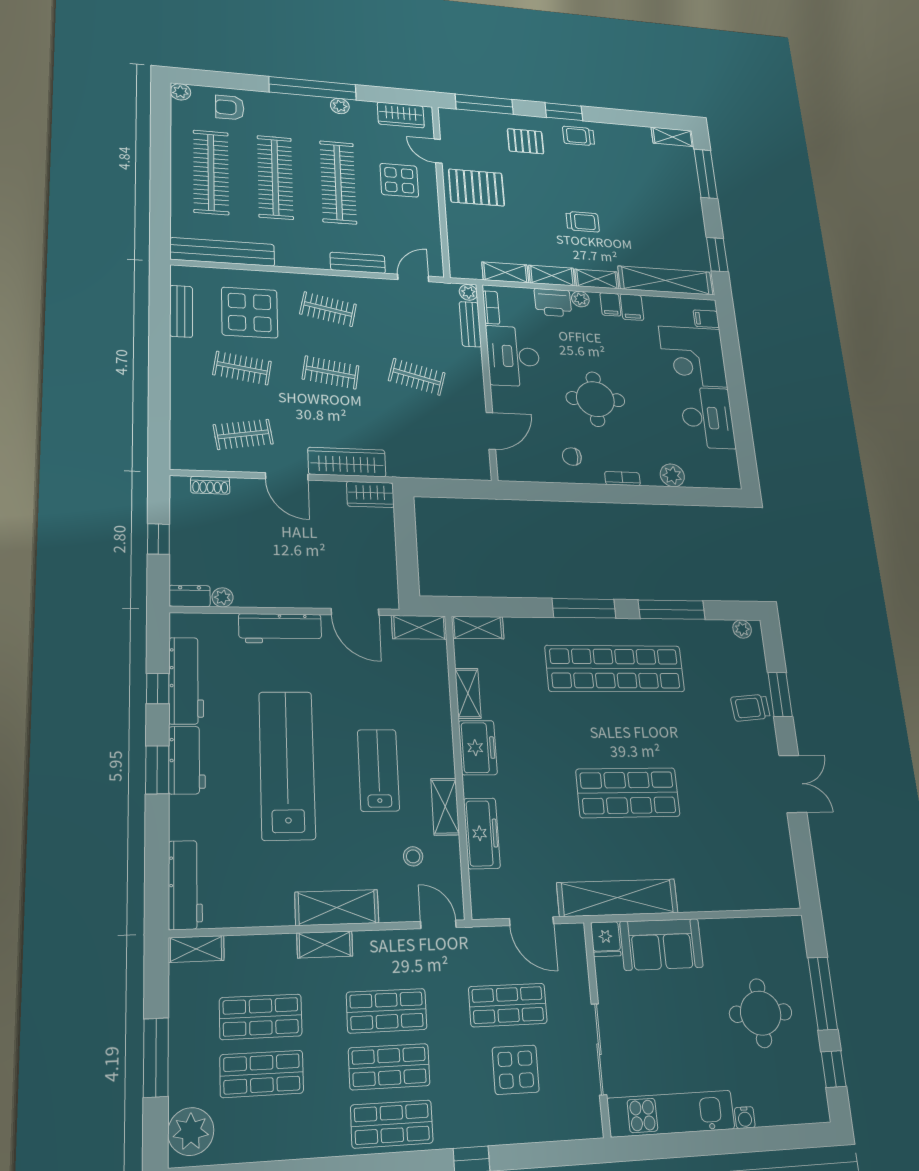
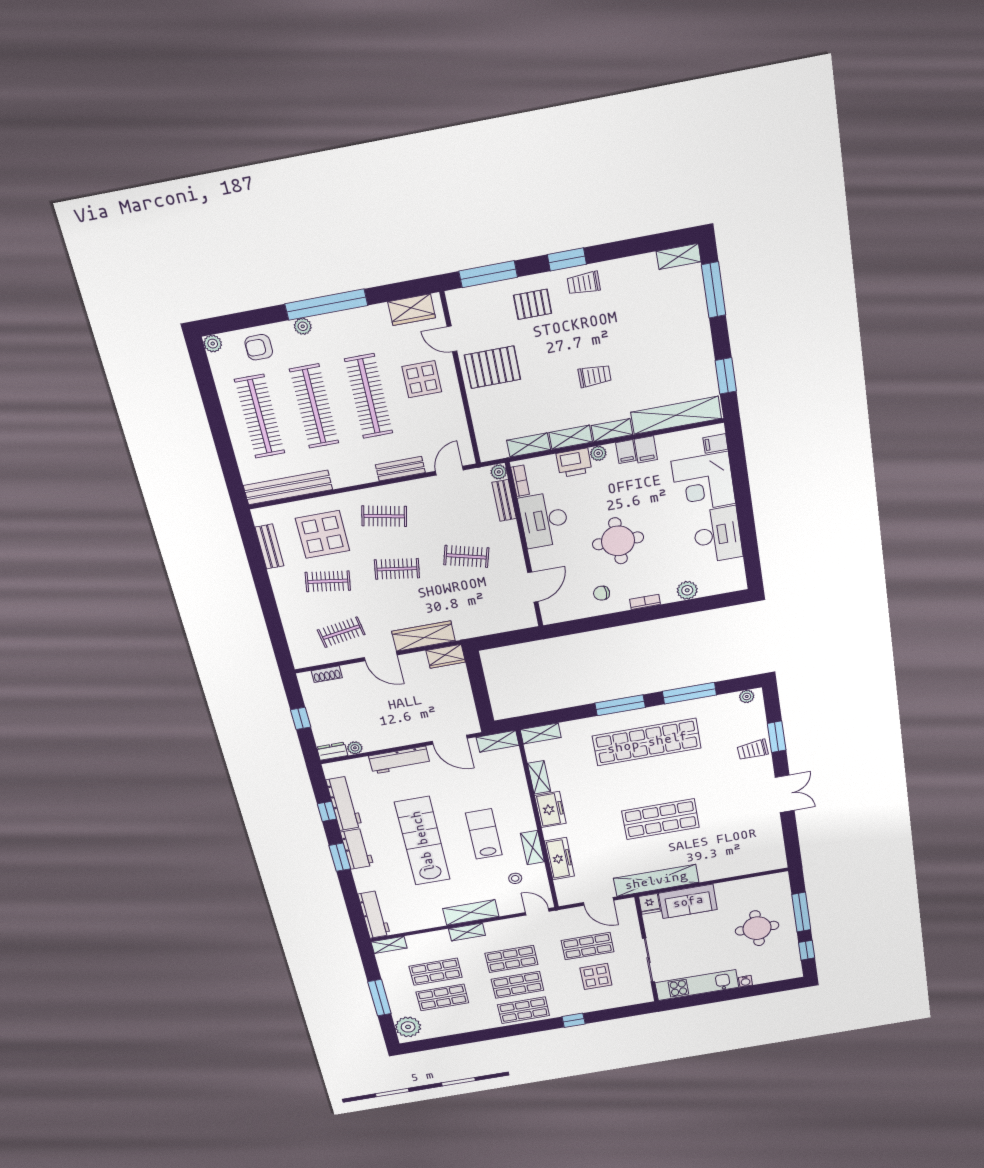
plant: (340, 106) -> (303, 326), moved

